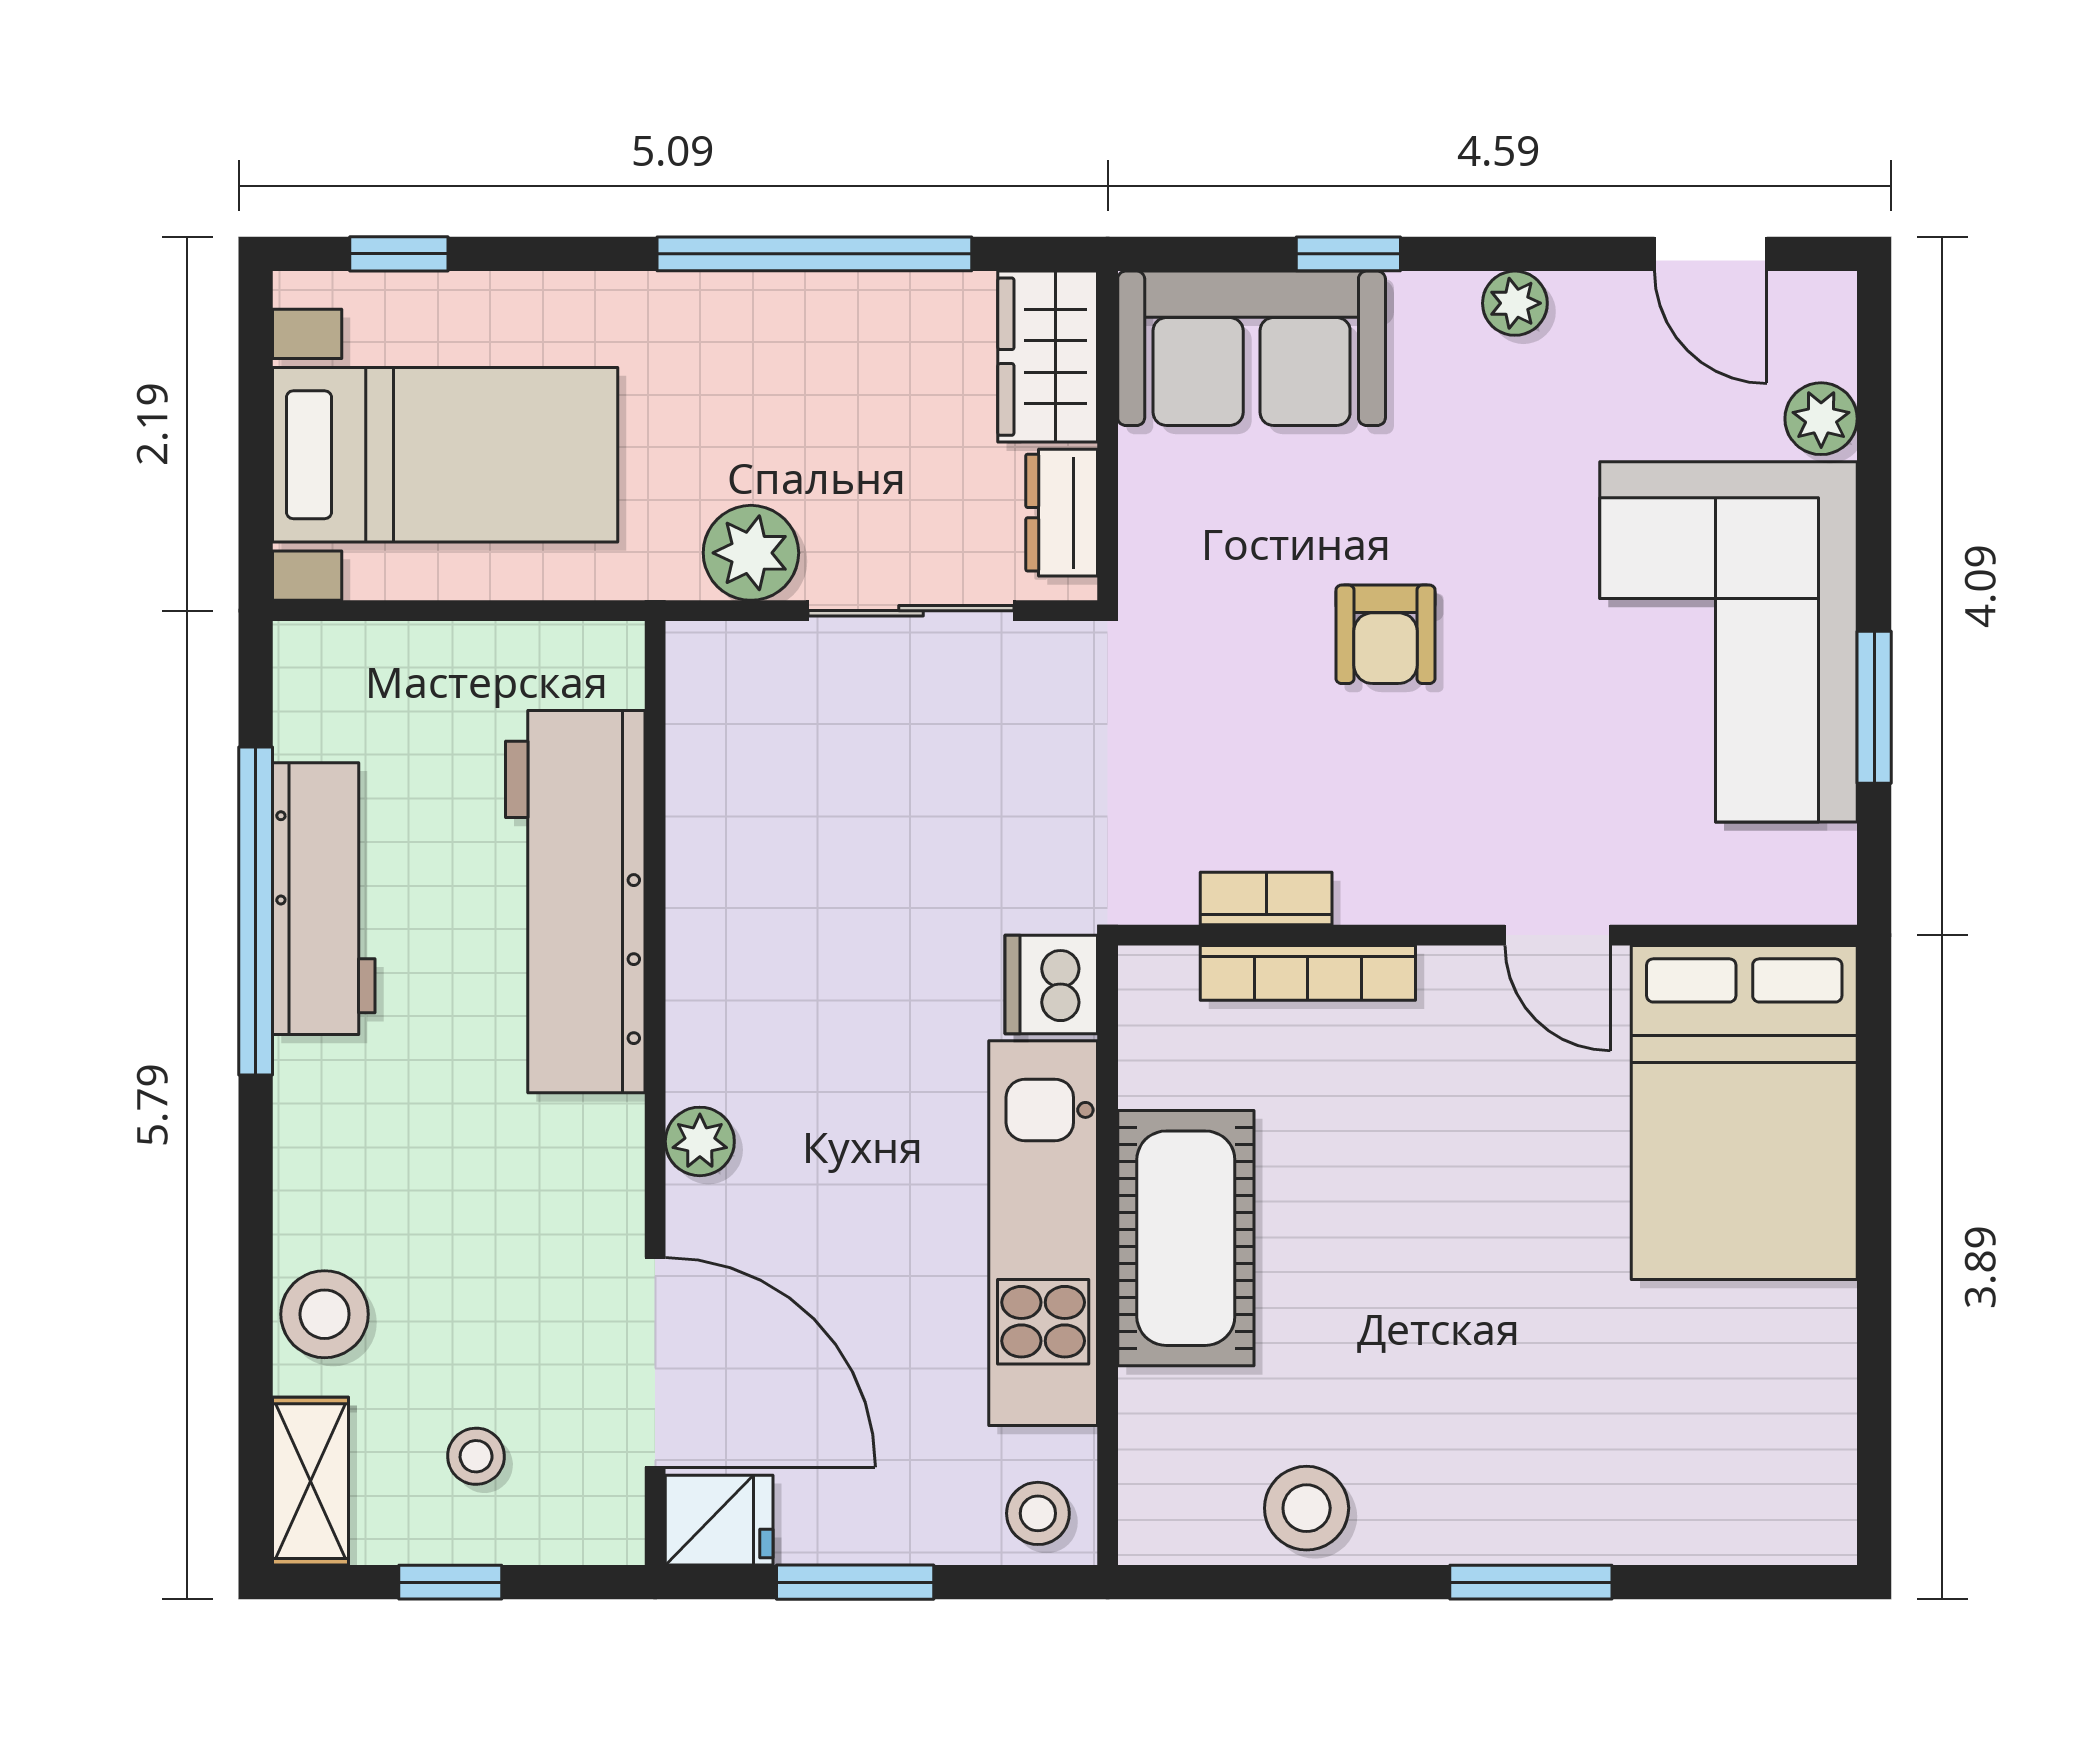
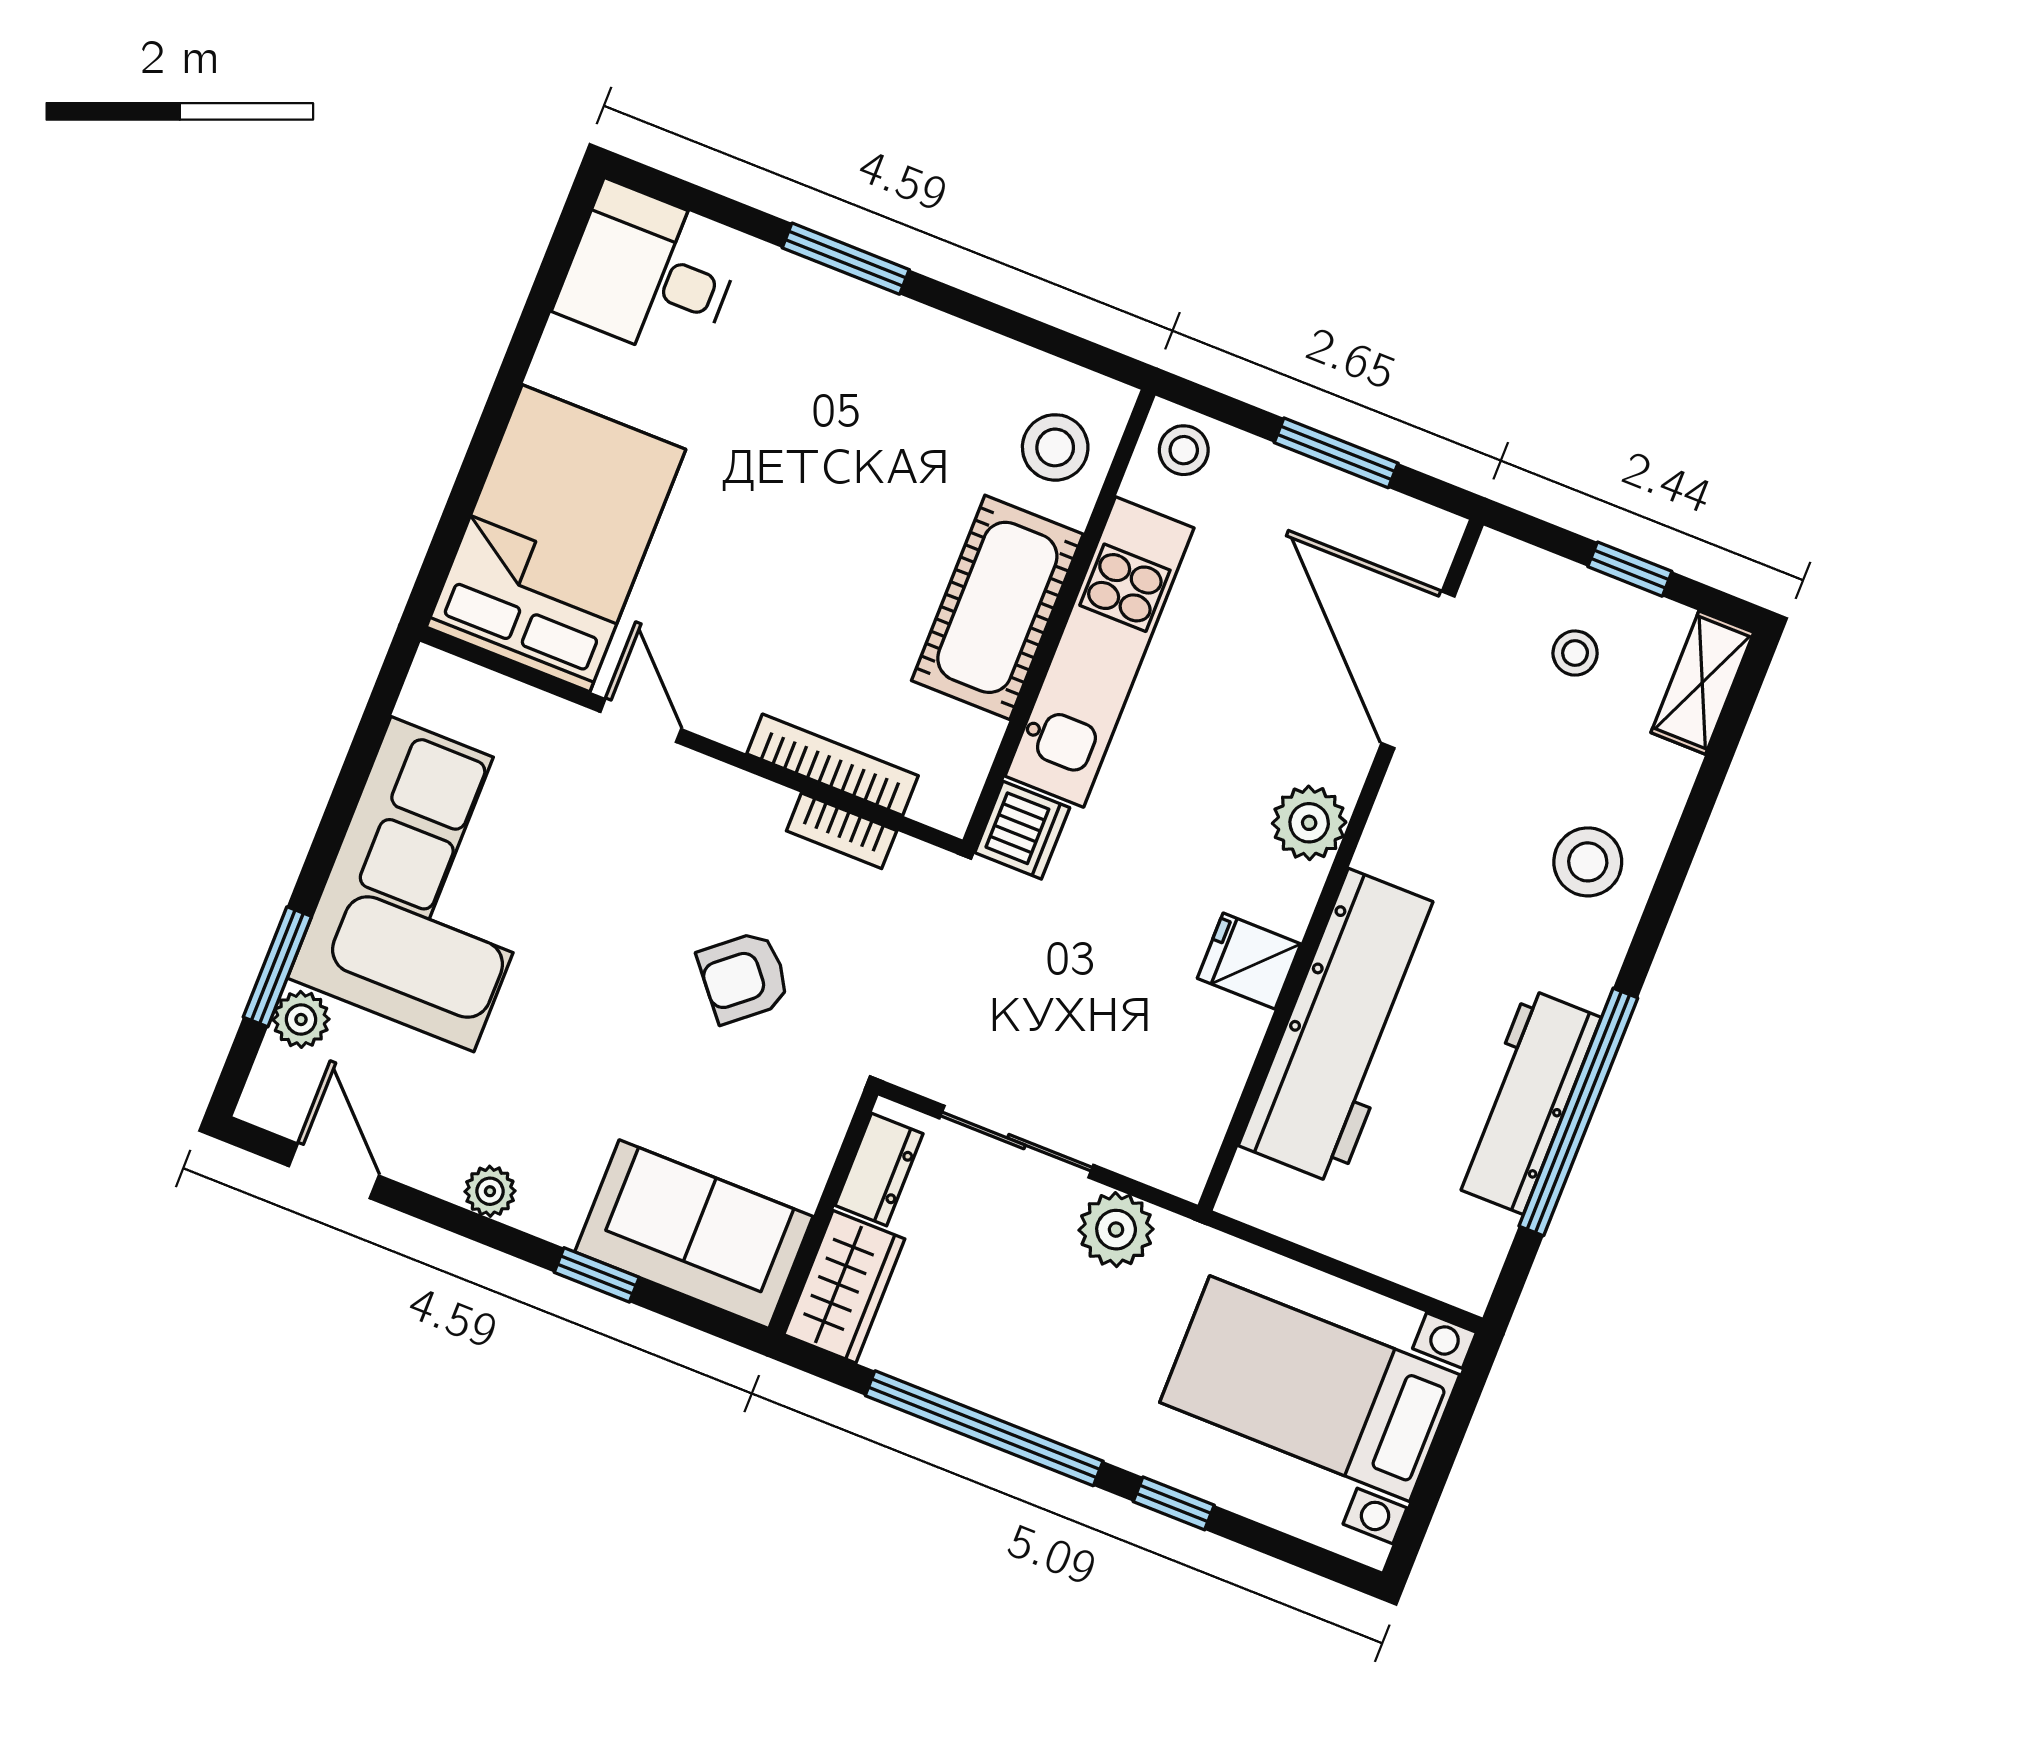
window: (399, 254) -> (1174, 1503), moved
armchair: (1385, 634) -> (744, 977), moved, turned -130
window: (1874, 707) -> (277, 967), moved
plant: (700, 1141) -> (1309, 823), width x1.38, depth x1.38
stool: (325, 1314) -> (1588, 862), moved
desk: (1757, 1473) -> (650, 273), added
stool: (1307, 1508) -> (1055, 447), moved
fridge: (719, 1520) -> (1249, 961), moved

